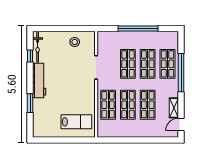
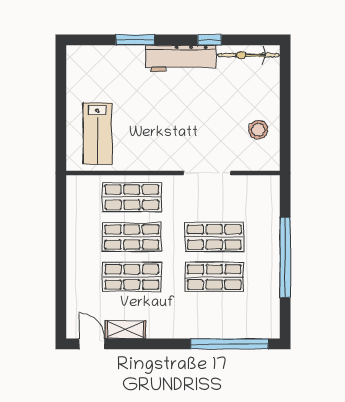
window: (30, 56) -> (210, 40), moved
shop shelf: (168, 64) -> (214, 317), removed
window: (181, 73) -> (229, 344), moved

